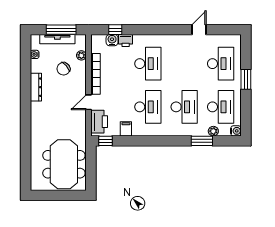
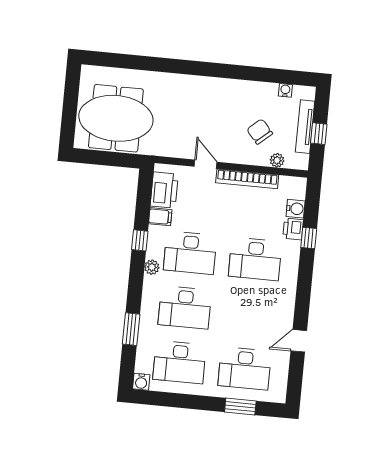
window: (61, 30) -> (319, 134), width x0.46
window: (115, 30) -> (309, 238), moved
door: (199, 30) -> (299, 341), swing flipped
window: (246, 79) -> (240, 406), moved
dresser: (36, 87) -> (236, 88), removed
printer: (99, 122) -> (164, 190), moved, turned -90
plant: (213, 131) -> (152, 267), moved
window: (105, 141) -> (140, 240), moved

